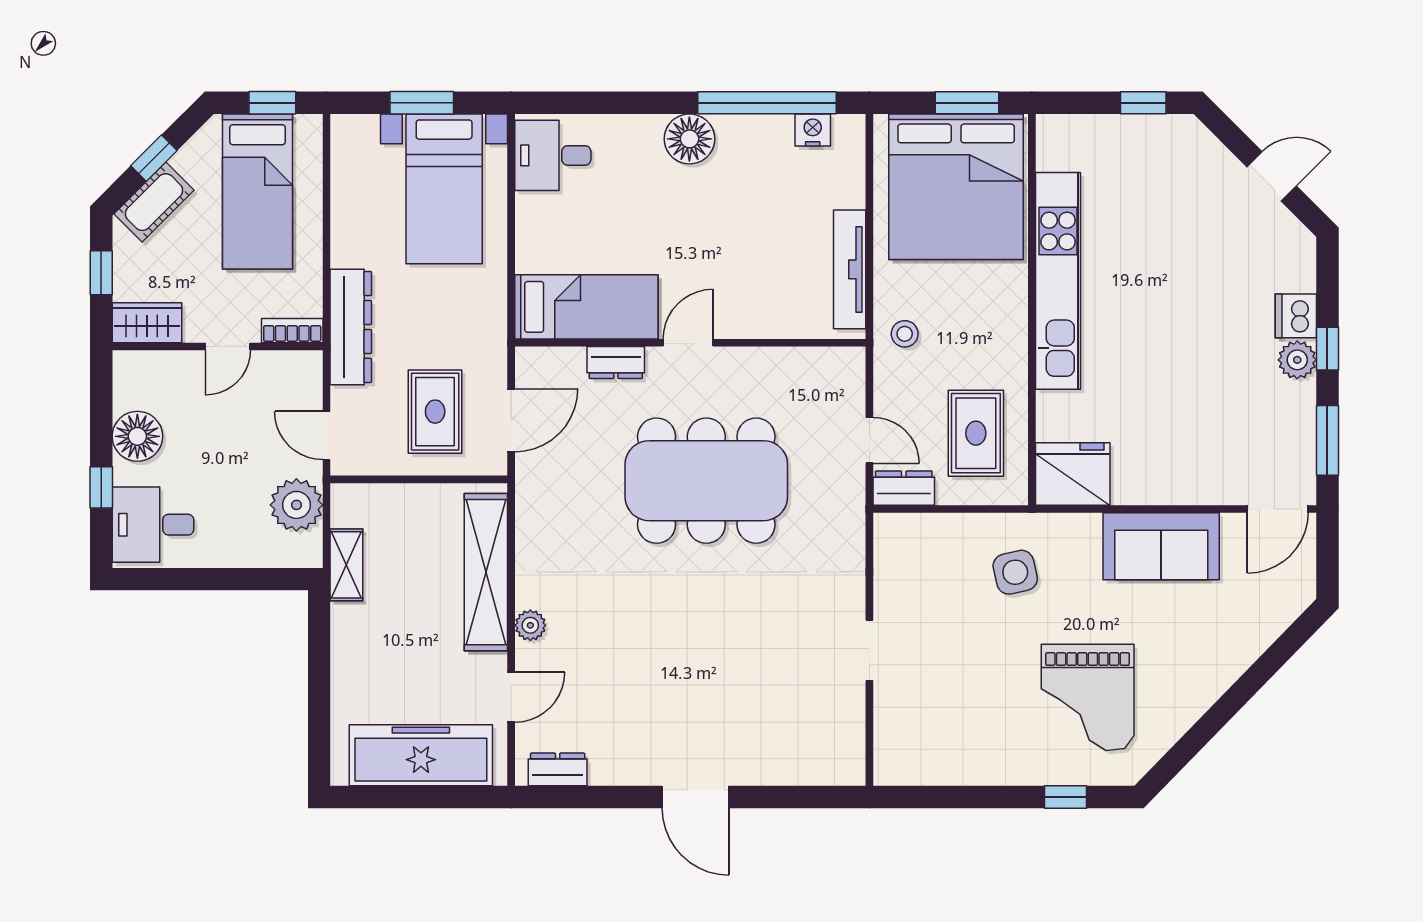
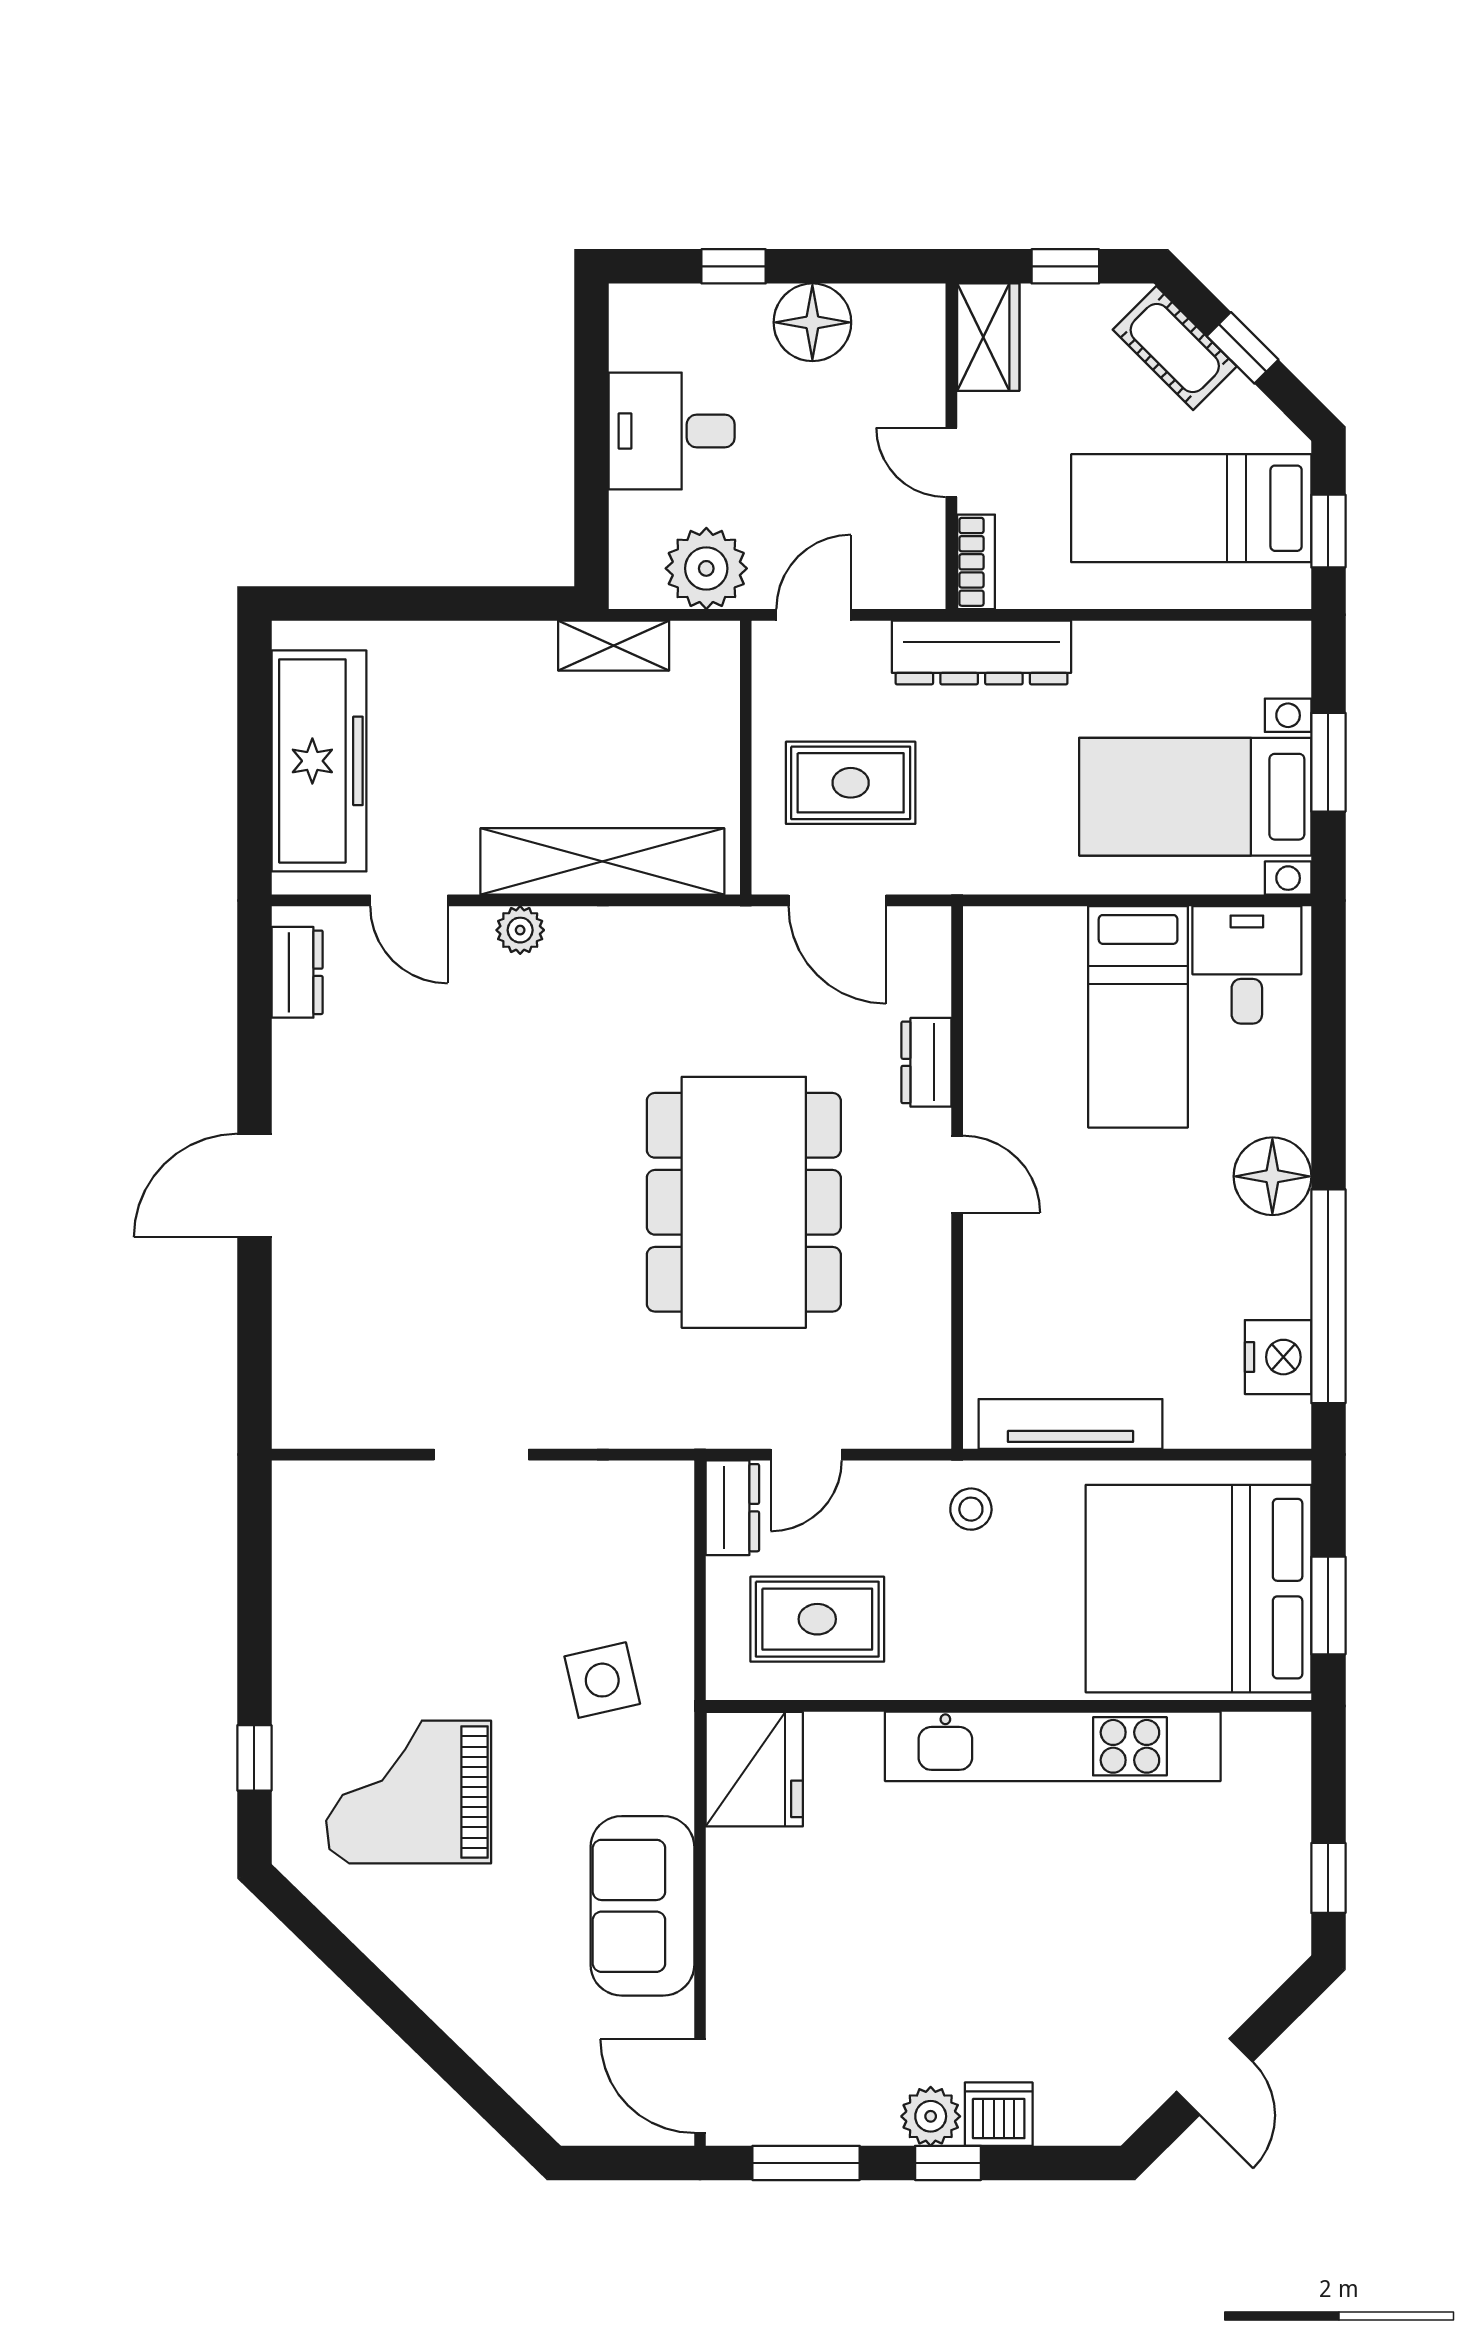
nightstand: (813, 130) -> (1278, 1357), width x1.36, depth x1.33
bed: (586, 307) -> (1138, 1017), moved
desk: (153, 525) -> (672, 431), moved, turned -90

